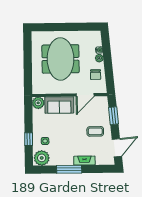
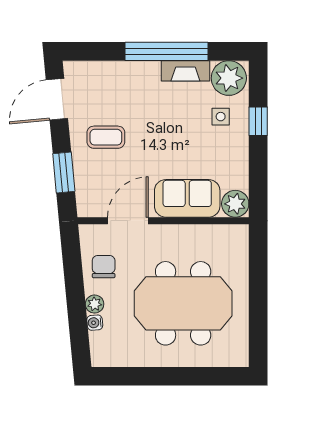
meeting table: (60, 59) -> (183, 303), turned 90
fireplace: (84, 161) -> (185, 71), moved
window: (69, 169) -> (167, 51), width x1.46

